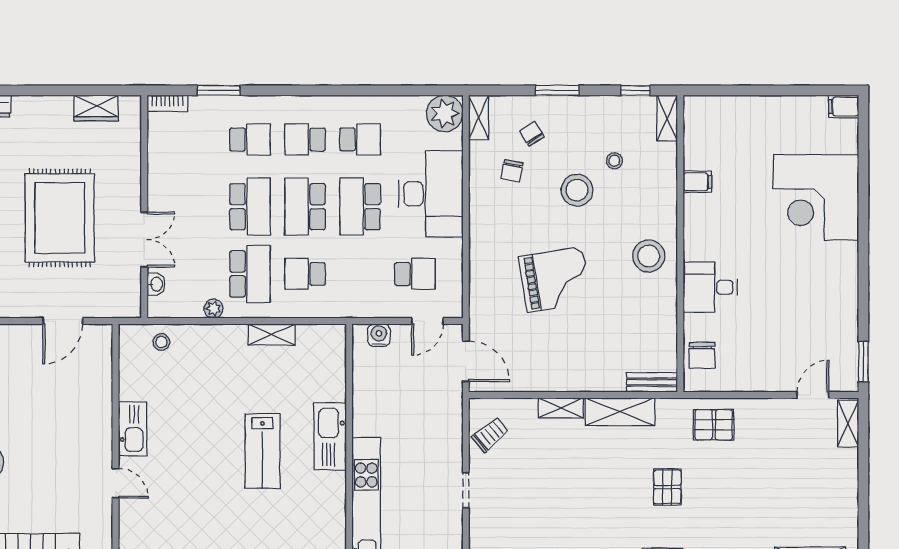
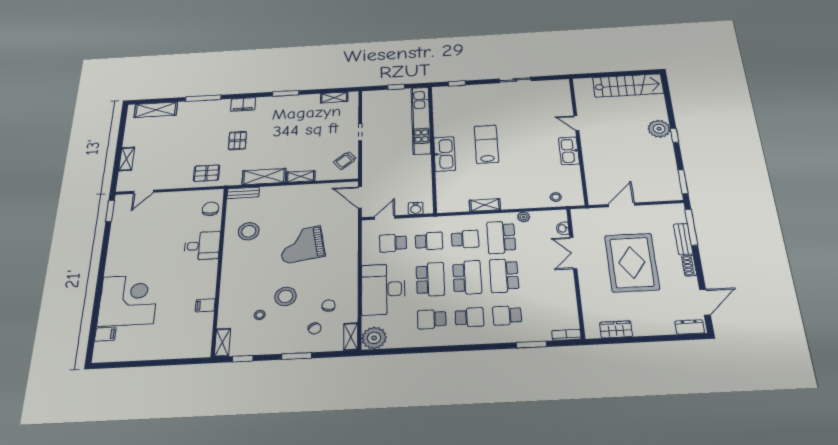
filing cabinet: (844, 106) -> (105, 334), moved
stool: (649, 256) -> (249, 231), moved
school desk: (360, 274) -> (429, 241), added
shelving: (848, 424) -> (127, 159), moved

